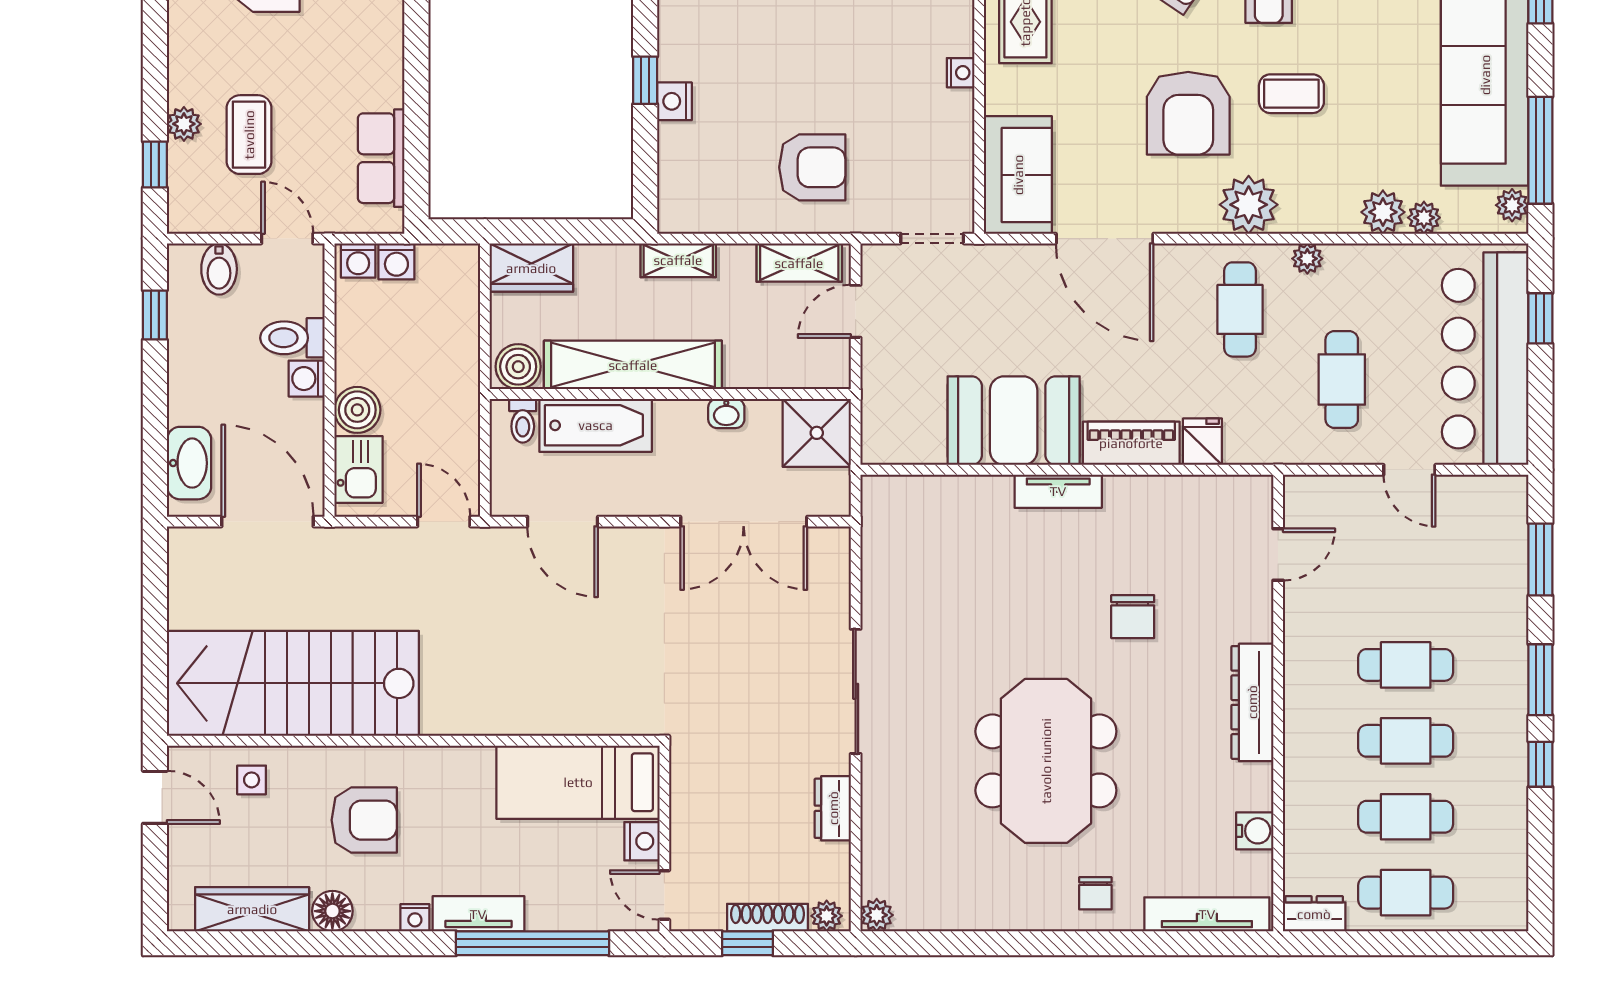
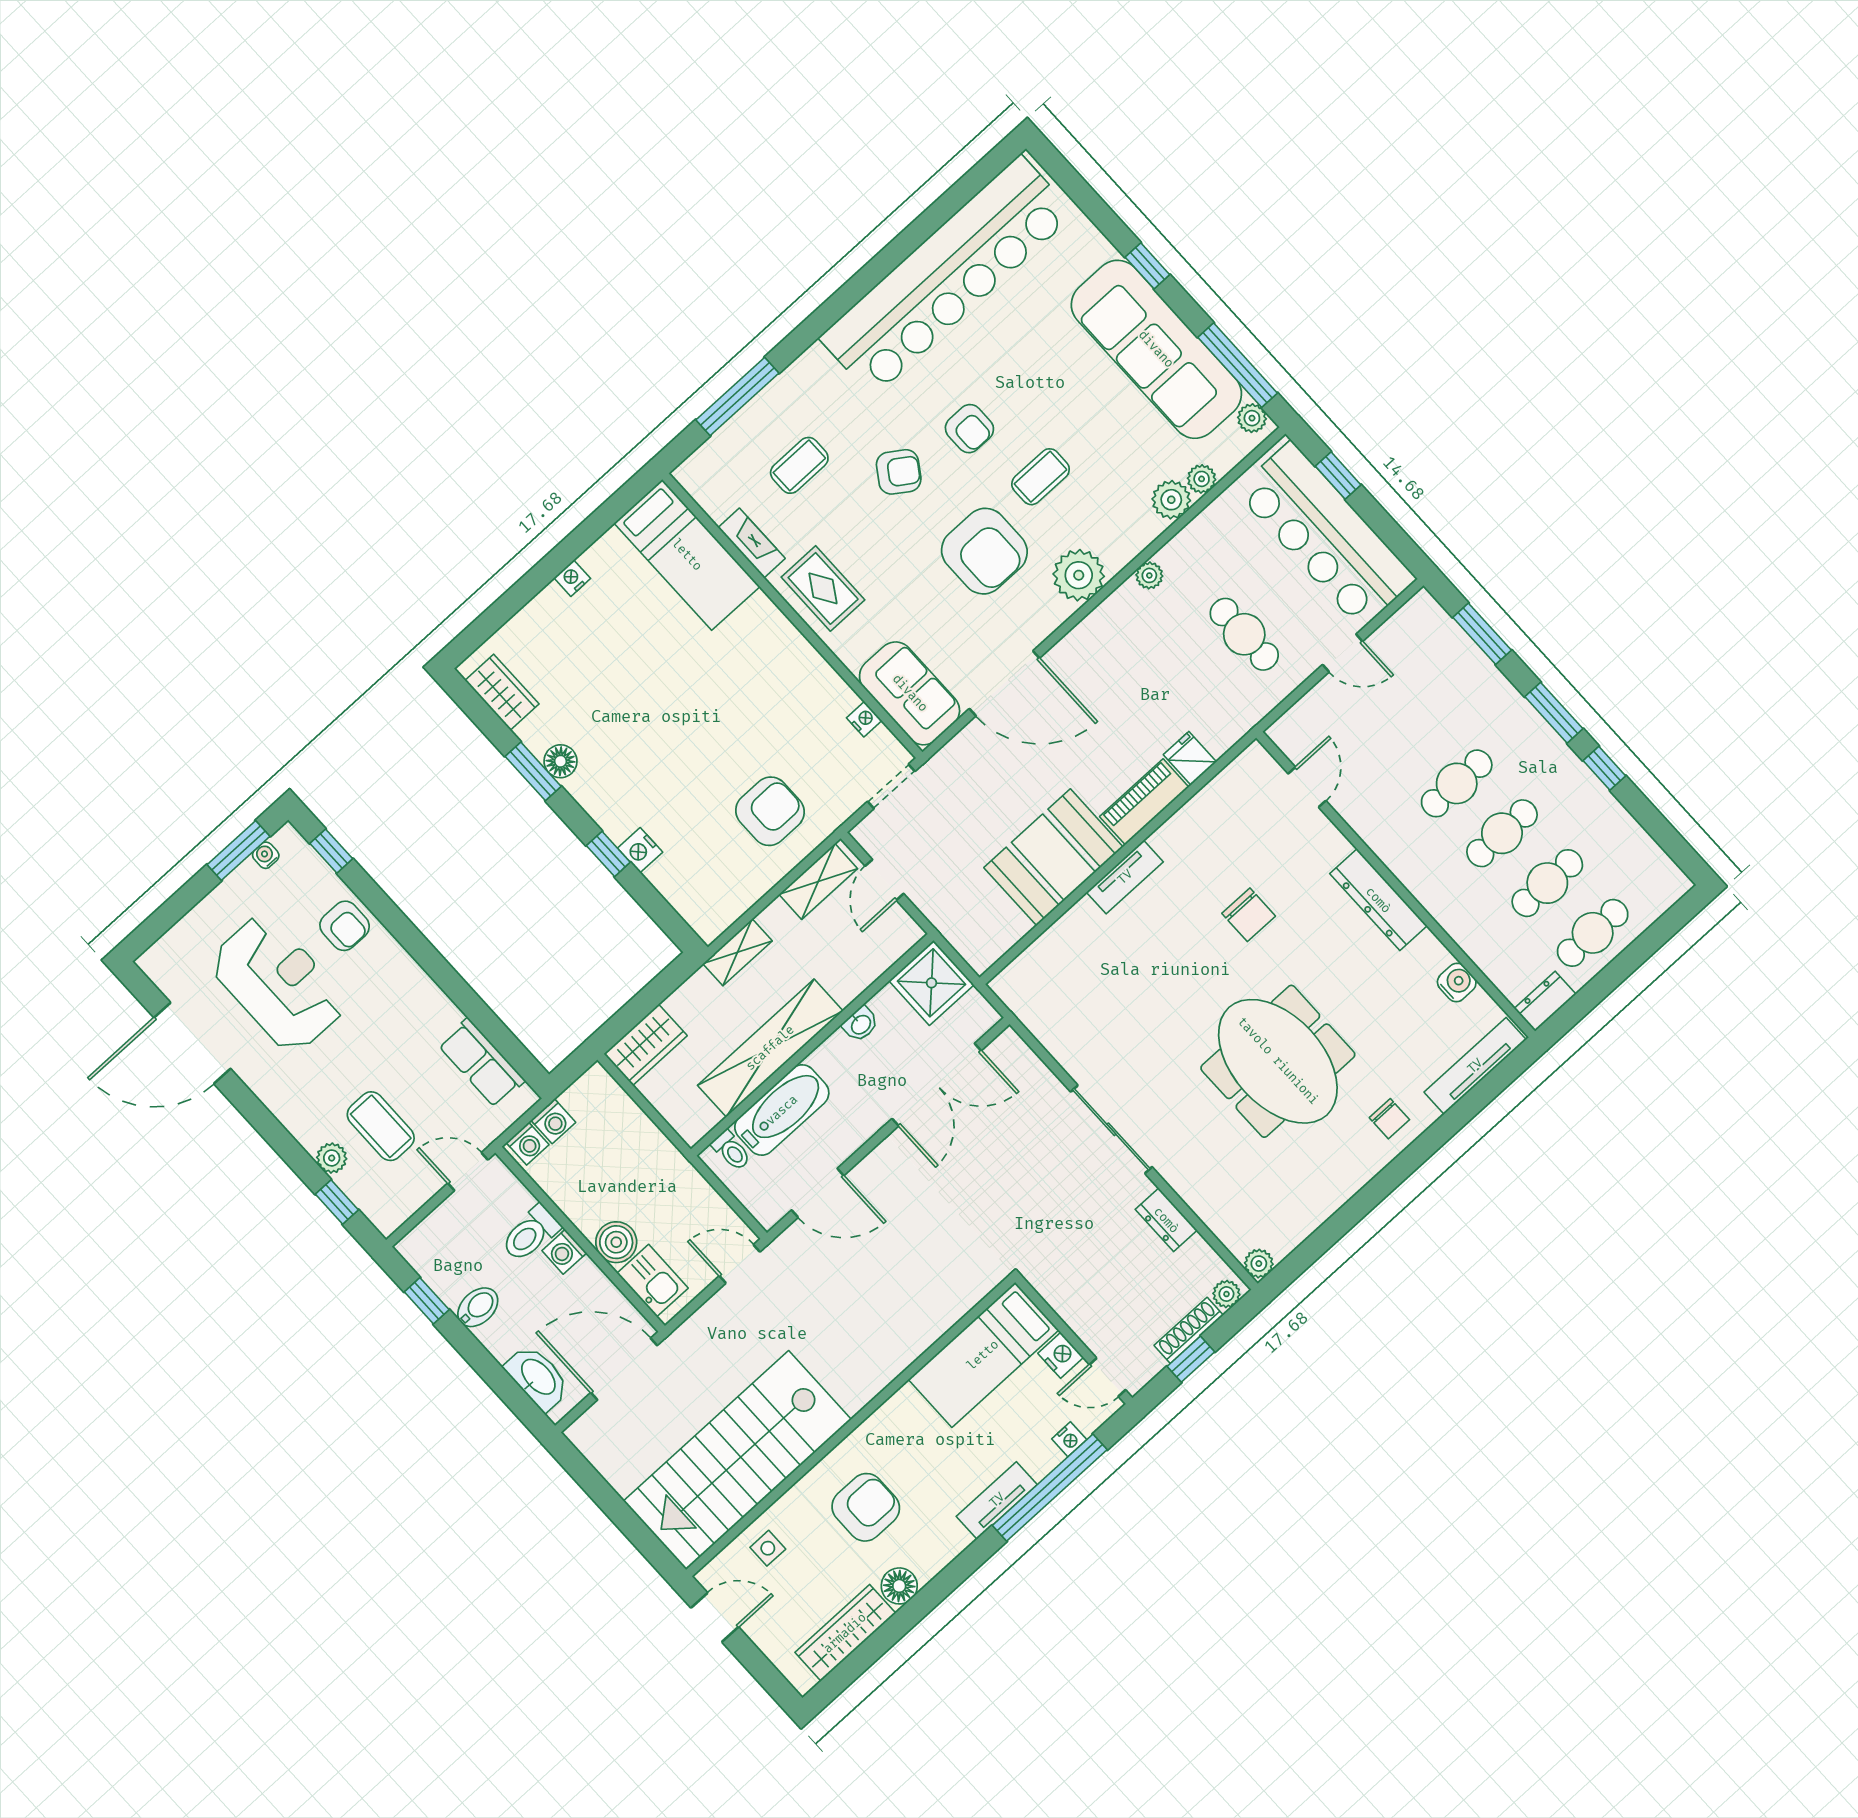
nightstand: (961, 73) -> (864, 719), moved
bidet: (219, 269) -> (478, 1307), moved, turned -90
cafe table: (1240, 309) -> (1136, 649), removed
boiler: (518, 367) -> (696, 1118), removed
nightstand: (415, 918) -> (1069, 1439), moved

